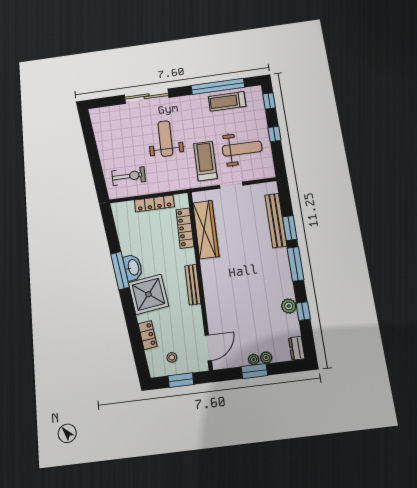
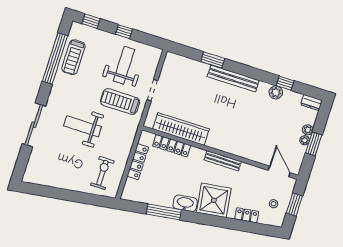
bench: (276, 220) -> (233, 78), moved
window: (295, 264) -> (244, 70), removed
window: (120, 271) -> (164, 212), moved

